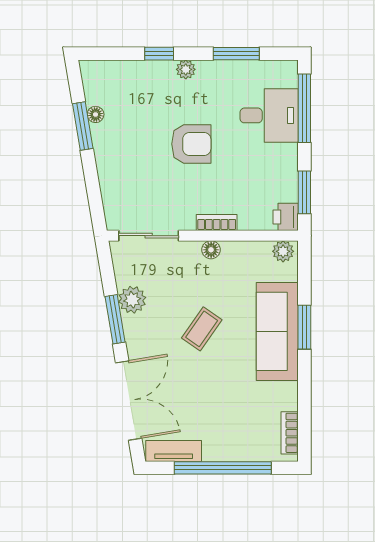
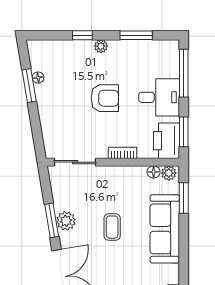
desk: (269, 115) -> (159, 97), moved
printer: (286, 217) -> (166, 141), width x1.87, depth x1.48
floor lamp: (211, 250) -> (154, 172), moved
plant: (132, 300) -> (66, 221), moved
window: (304, 327) -> (184, 198), moved
coffee table: (202, 329) -> (112, 227), turned -35

